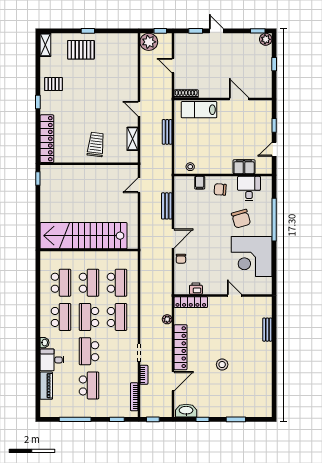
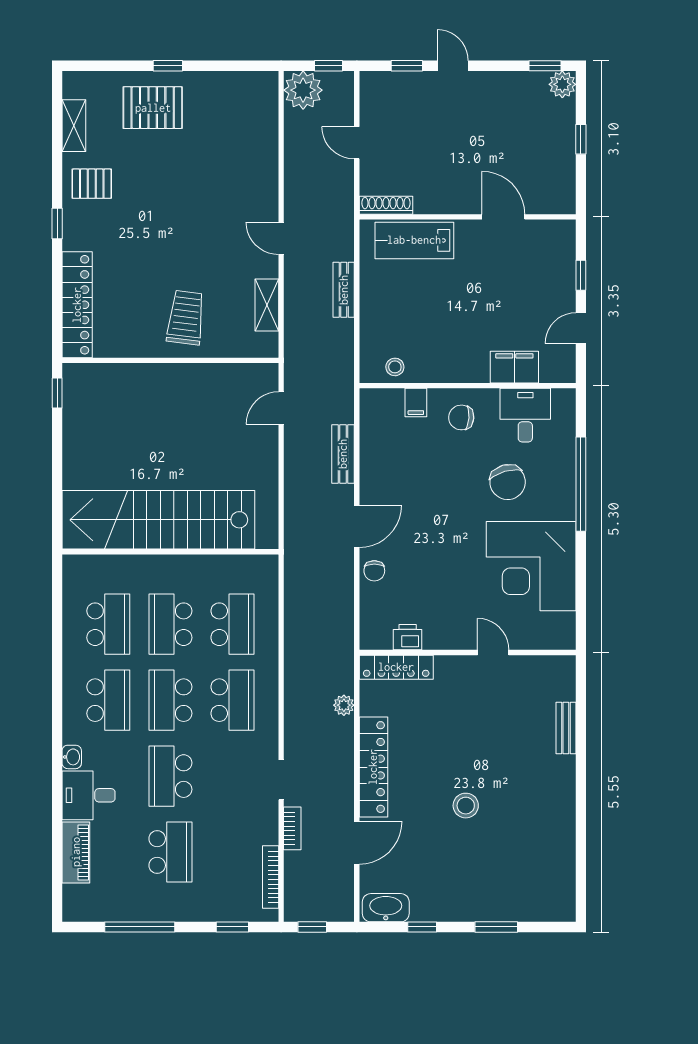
shelving: (45, 45) -> (74, 126), moved
school desk: (89, 283) -> (170, 624), turned 180

